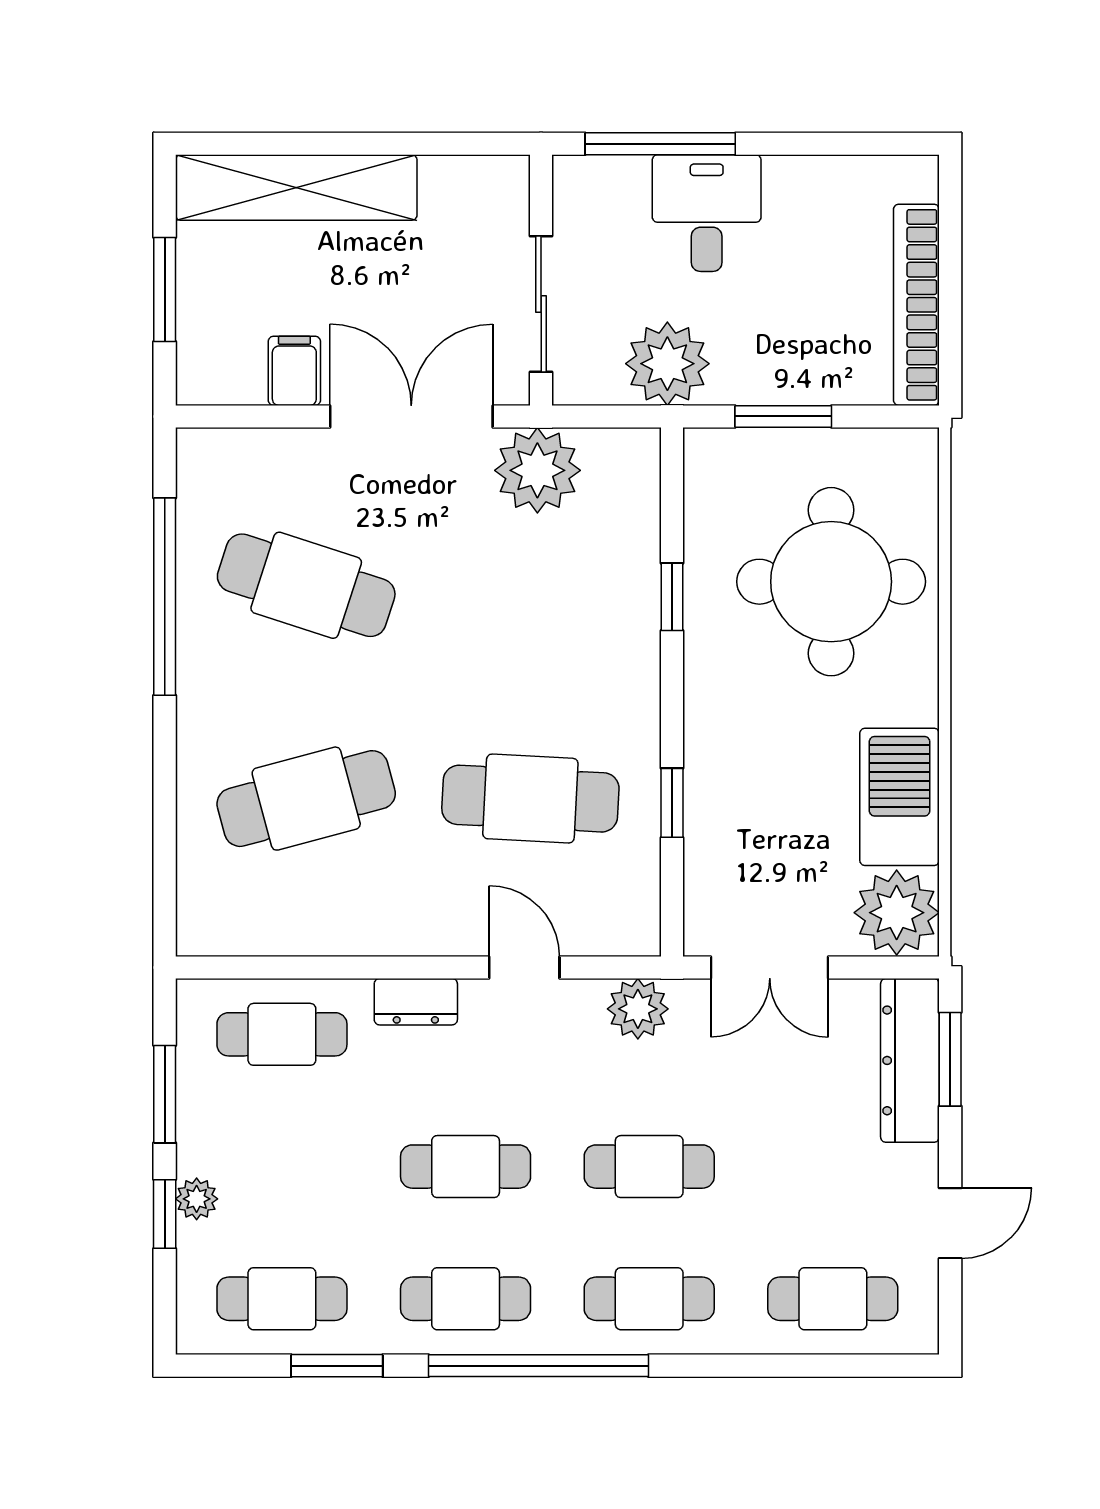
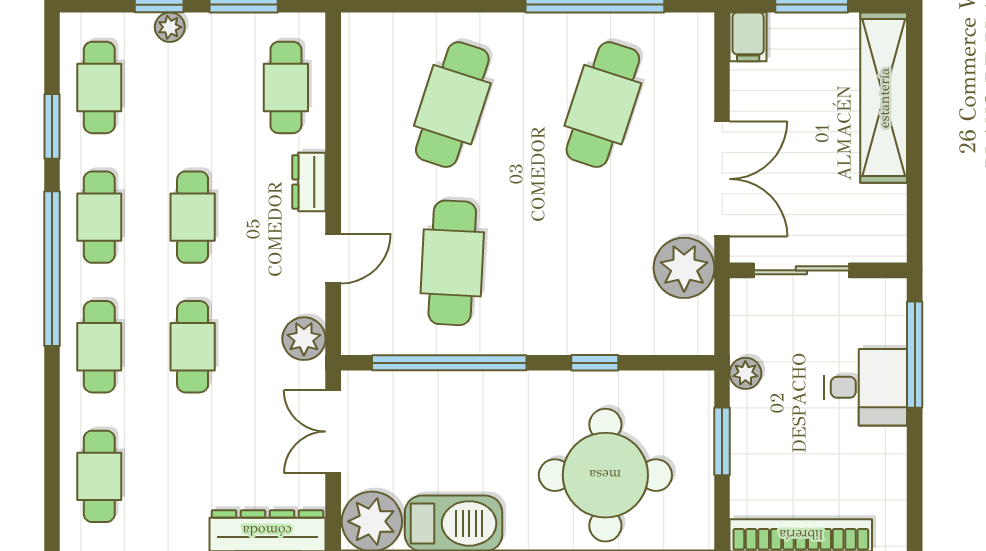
plant: (667, 364) -> (745, 373), width x0.53, depth x0.53
filing cabinet: (294, 371) -> (748, 37), moved, turned 90
cafe table: (306, 799) -> (452, 105), turned 33
window: (672, 803) -> (449, 363), width x3.17

